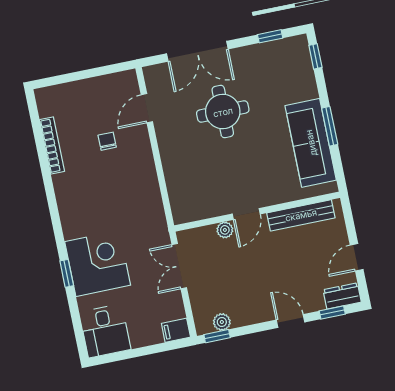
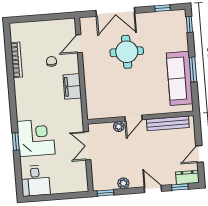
plant: (222, 322) -> (123, 183), moved
filing cabinet: (176, 330) -> (72, 86), moved, width x2.00

